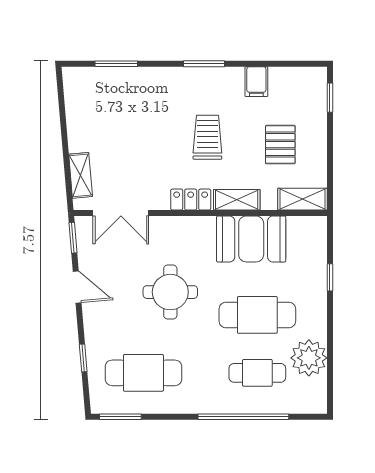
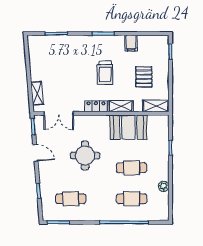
trolley: (207, 137) -> (105, 73), turned 180
cafe table: (257, 315) -> (132, 168), width x0.73, depth x0.74
plant: (309, 358) -> (164, 186), width x0.53, depth x0.53
cafe table: (143, 373) -> (71, 199), width x0.73, depth x0.74

